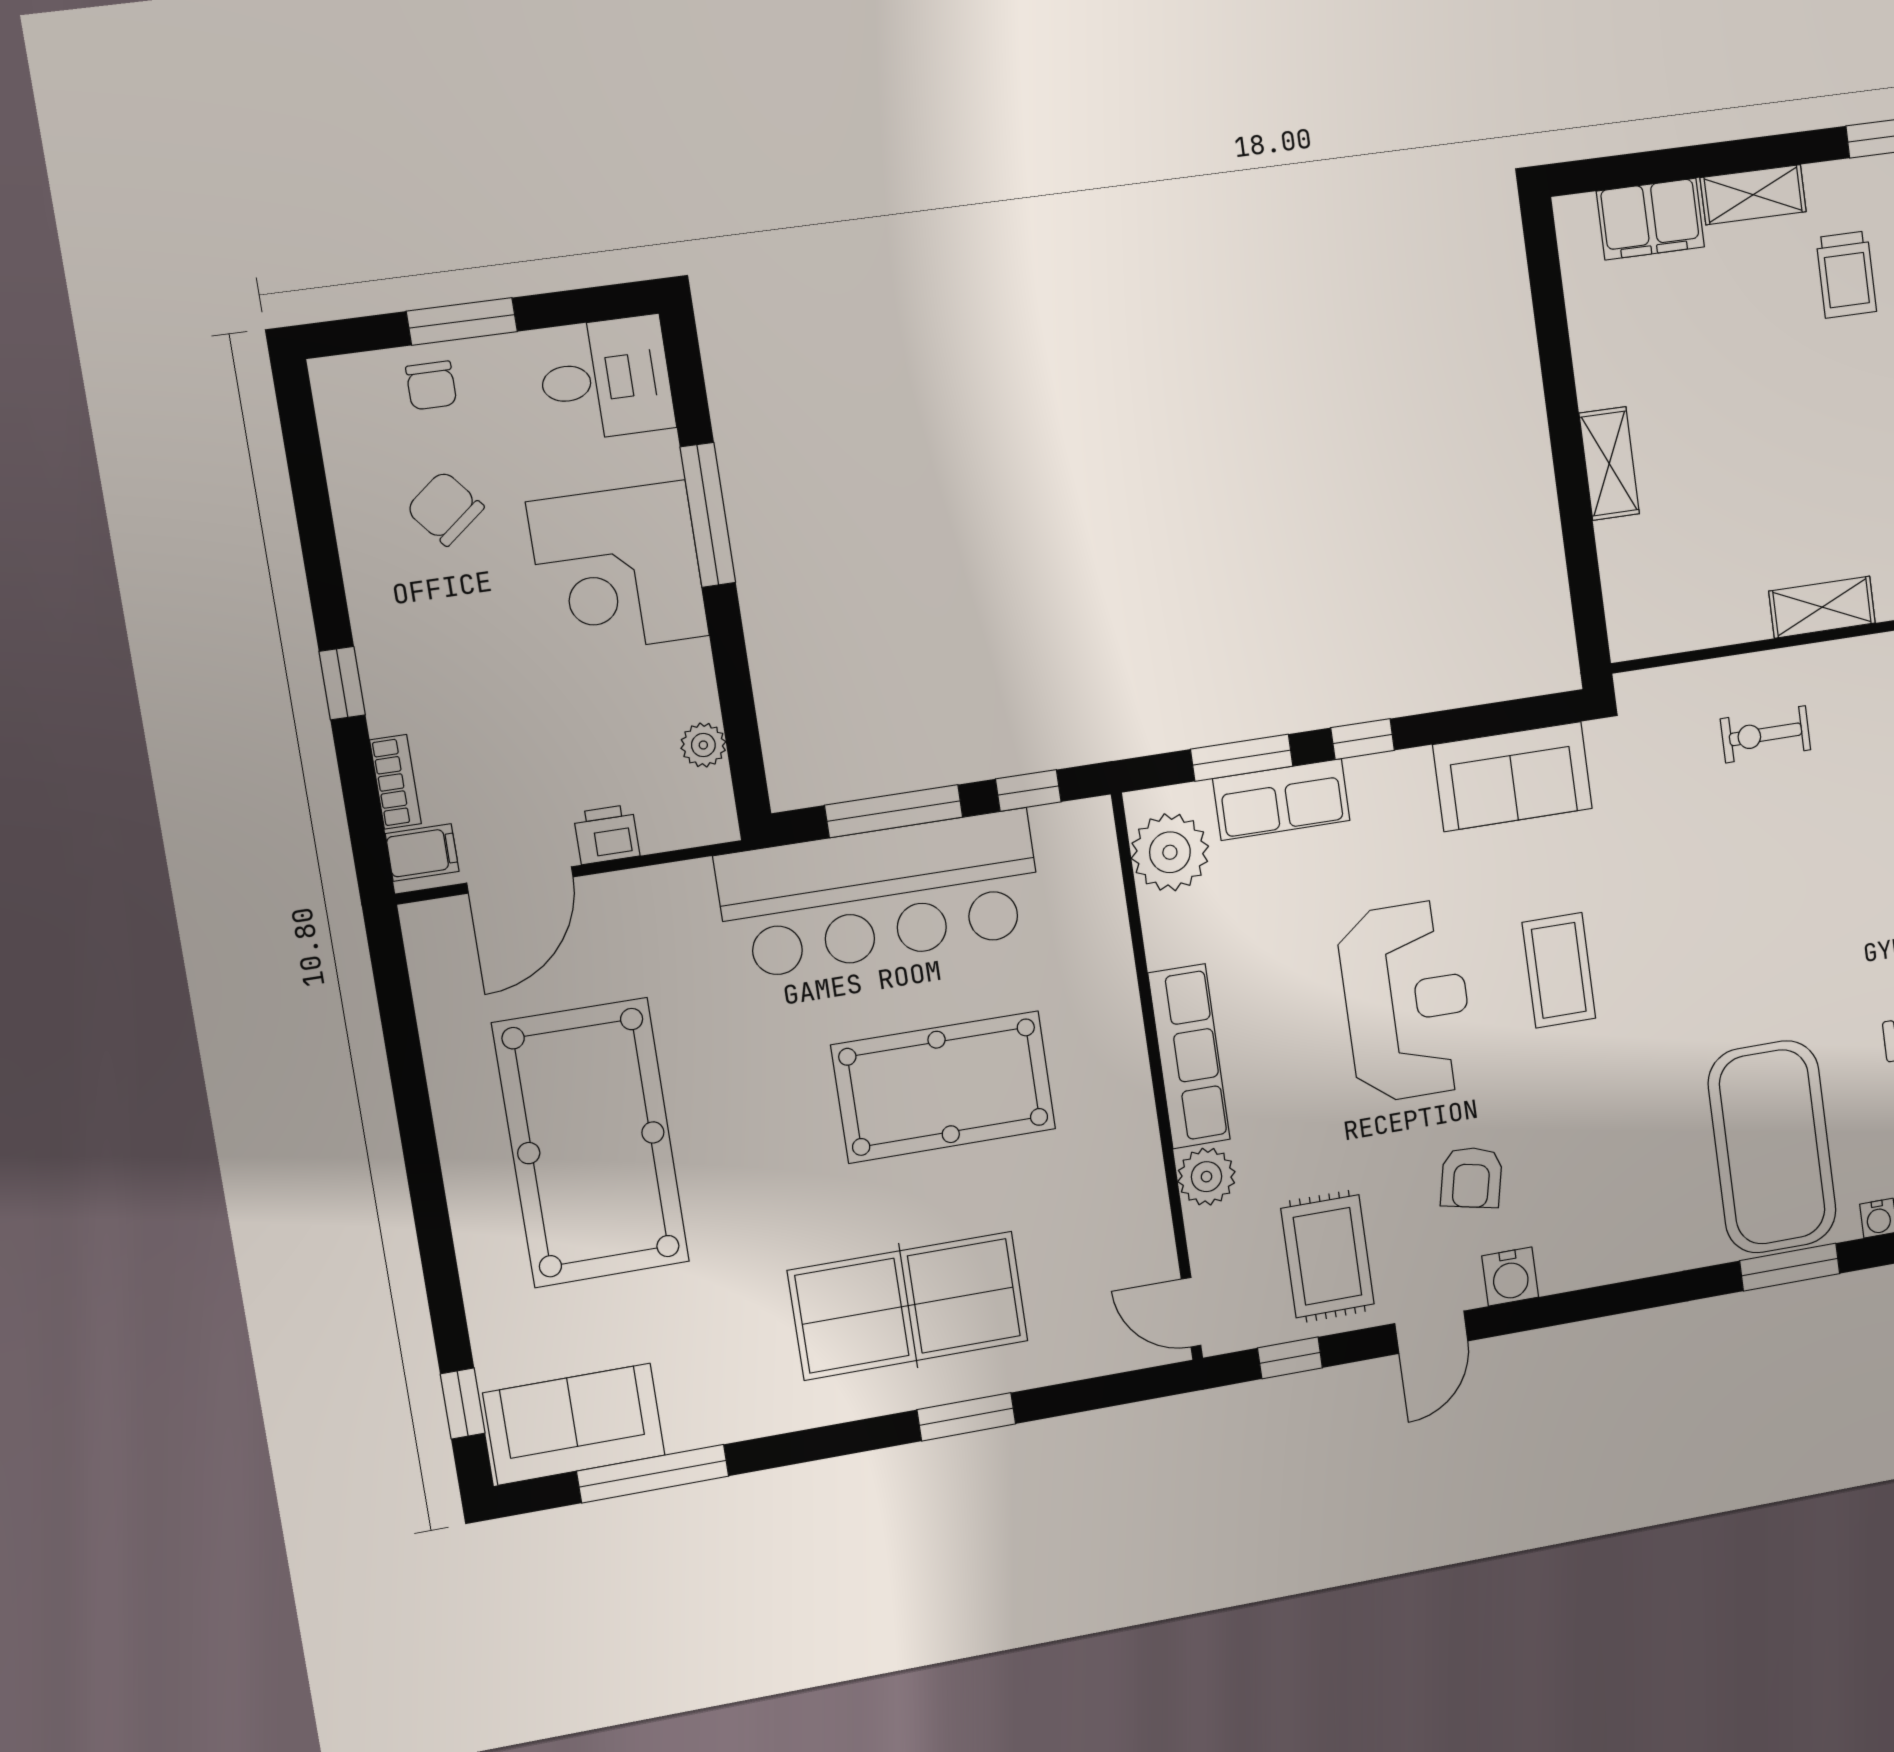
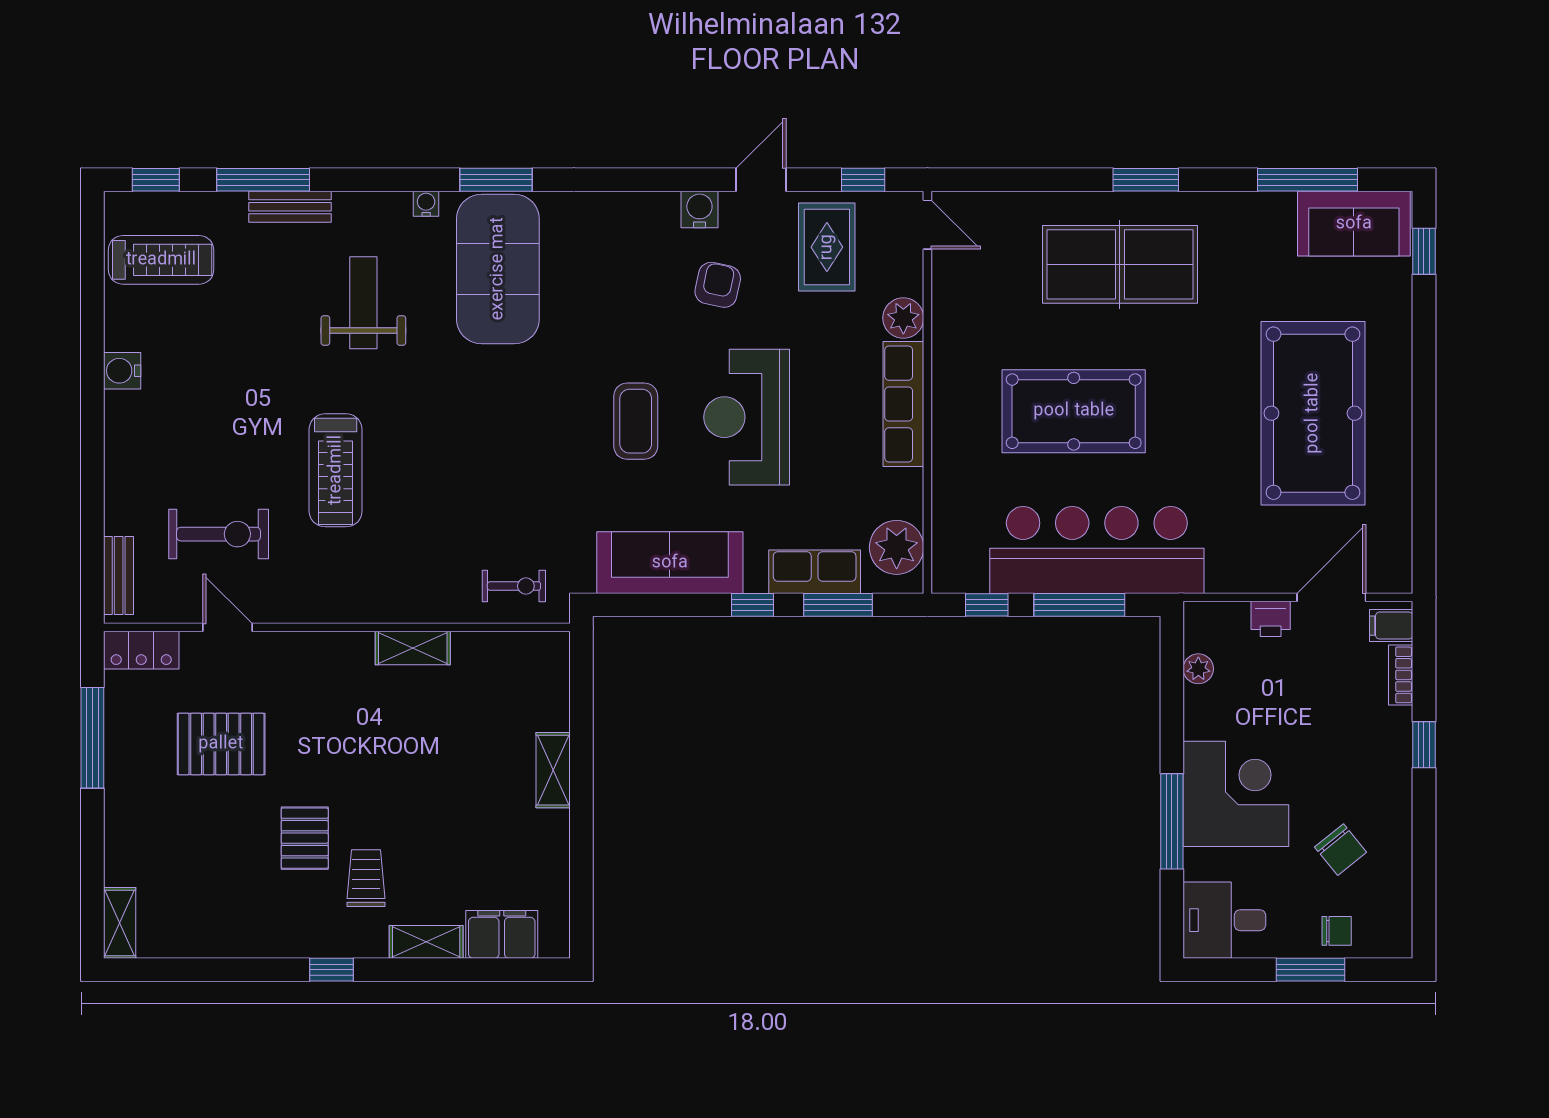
chair: (431, 385) -> (1337, 931), turned 90
exercise bike: (1766, 734) -> (514, 586), moved
sofa: (1513, 777) -> (670, 563), width x1.36
window: (966, 1417) -> (1146, 180), moved

